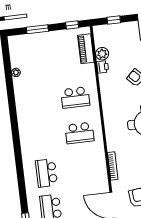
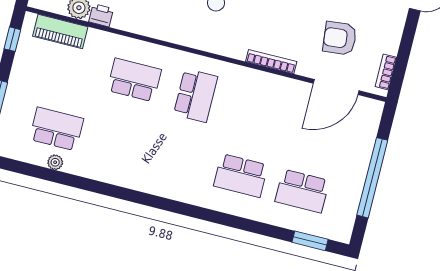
school desk: (34, 66) -> (56, 129), added
school desk: (75, 97) -> (134, 80), turned -90

